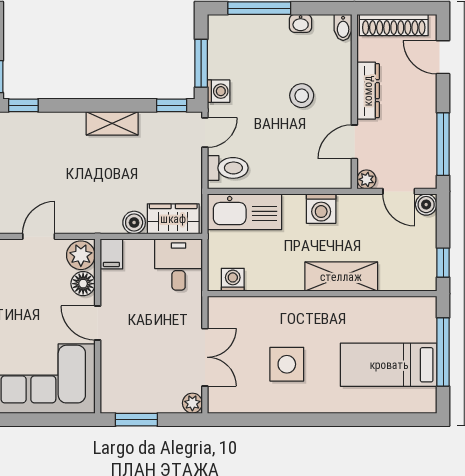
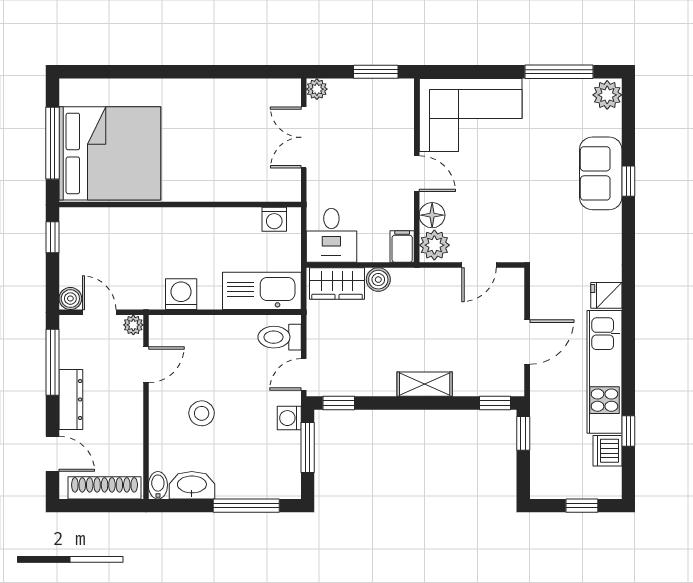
washbasin: (301, 23) -> (192, 485), width x1.91, depth x1.45
dresser: (368, 91) -> (71, 400), moved, turned 180
shelving: (112, 123) -> (425, 384), moved
shelving: (341, 277) -> (160, 223), removed
side table: (287, 364) -> (217, 130), removed
bed: (389, 365) -> (110, 153), width x2.04

